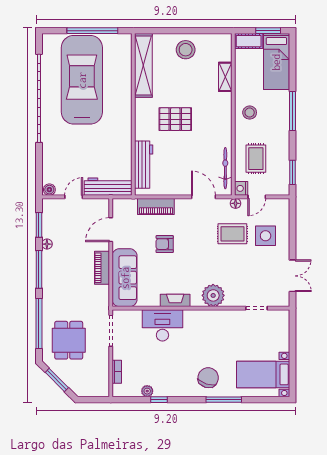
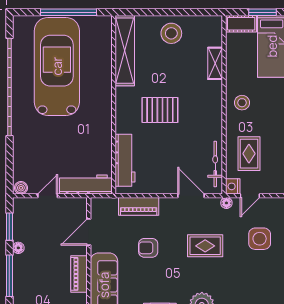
rug: (232, 234) -> (205, 246), moved

